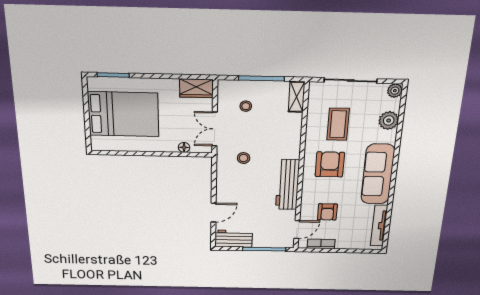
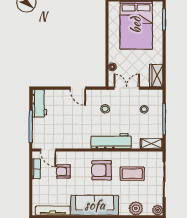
armchair: (330, 164) -> (102, 170), turned 180
workbench: (288, 185) -> (111, 141), moved
door: (213, 213) -> (78, 88), moved

